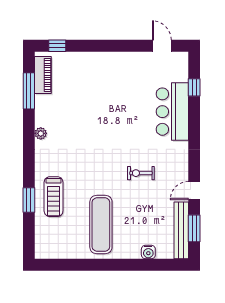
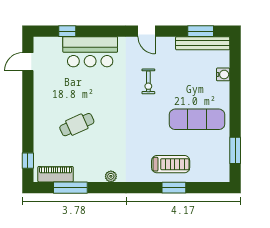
cafe table: (95, 98) -> (77, 125), added
door: (194, 191) -> (146, 31), moved
window: (68, 265) -> (235, 150), added

